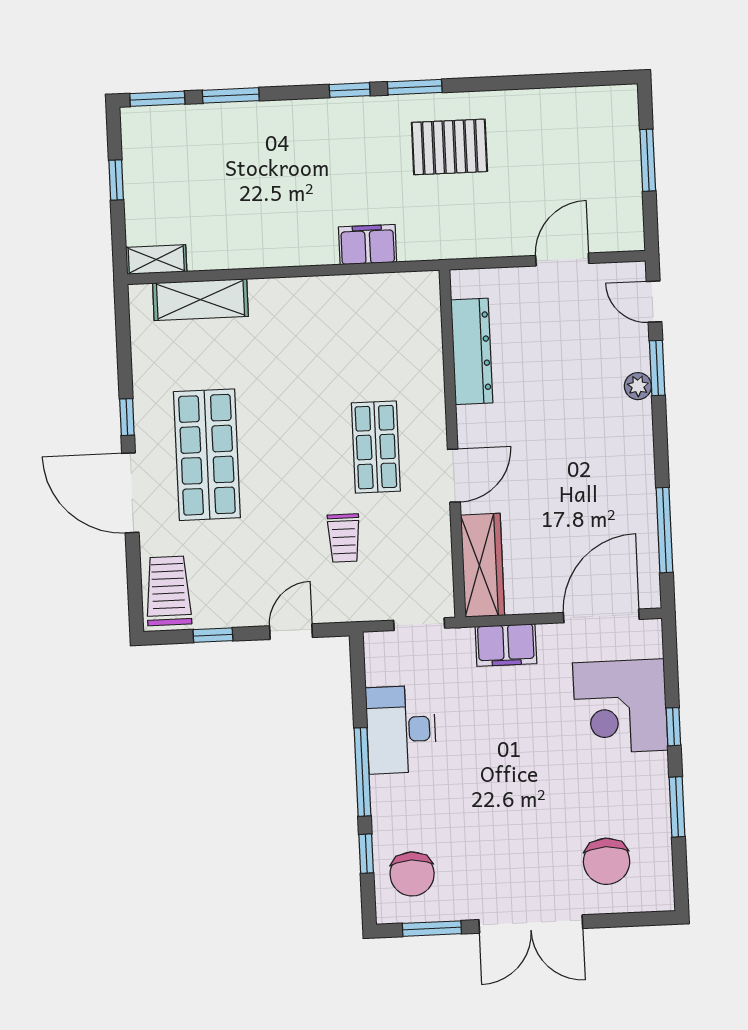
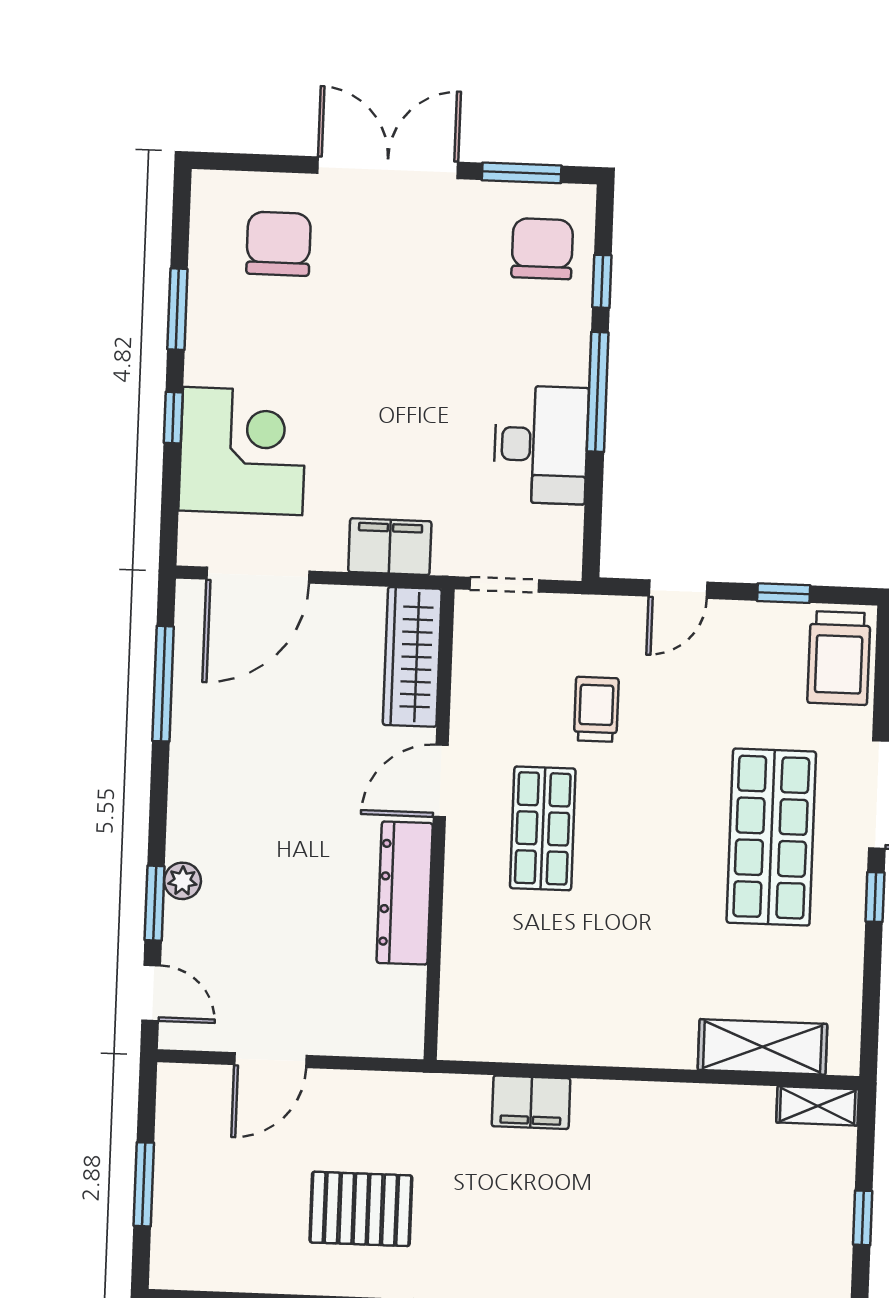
pallet: (449, 147) -> (361, 1209), moved
dresser: (472, 351) -> (405, 893), moved

